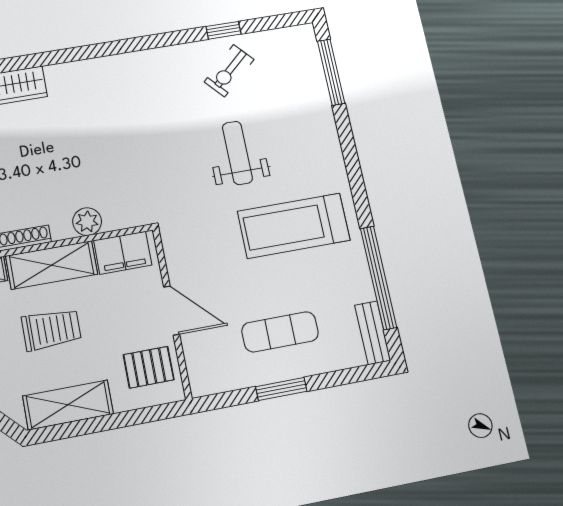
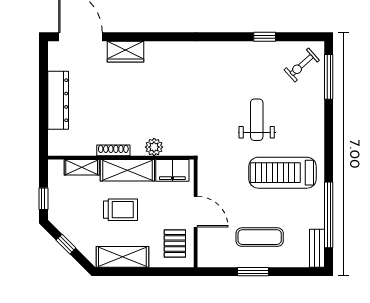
exercise bike: (229, 71) -> (302, 65), moved
pallet: (149, 367) -> (175, 243), turned 90

